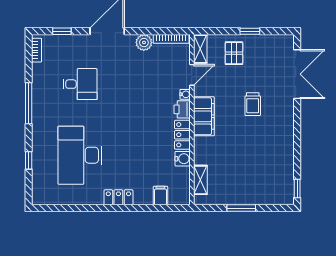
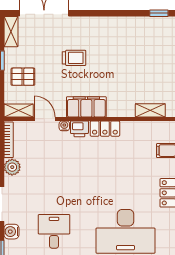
shelving: (279, 41) -> (11, 32), added
water cooler: (183, 159) -> (11, 232), moved, turned -90

